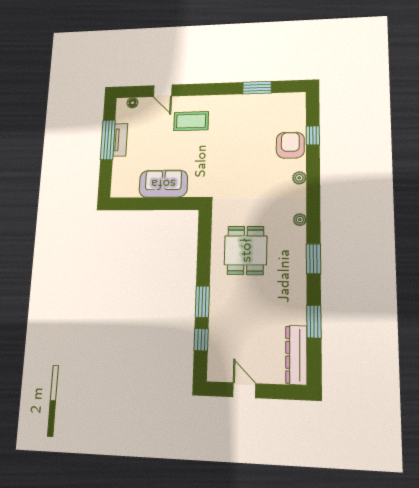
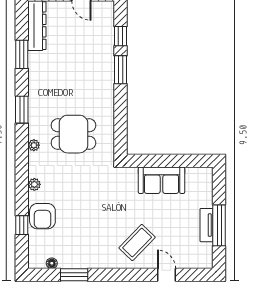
floor lamp: (133, 103) -> (52, 263), moved
coffee table: (191, 121) -> (137, 243), turned -46
dining table: (246, 250) -> (73, 134), moved, turned 90

